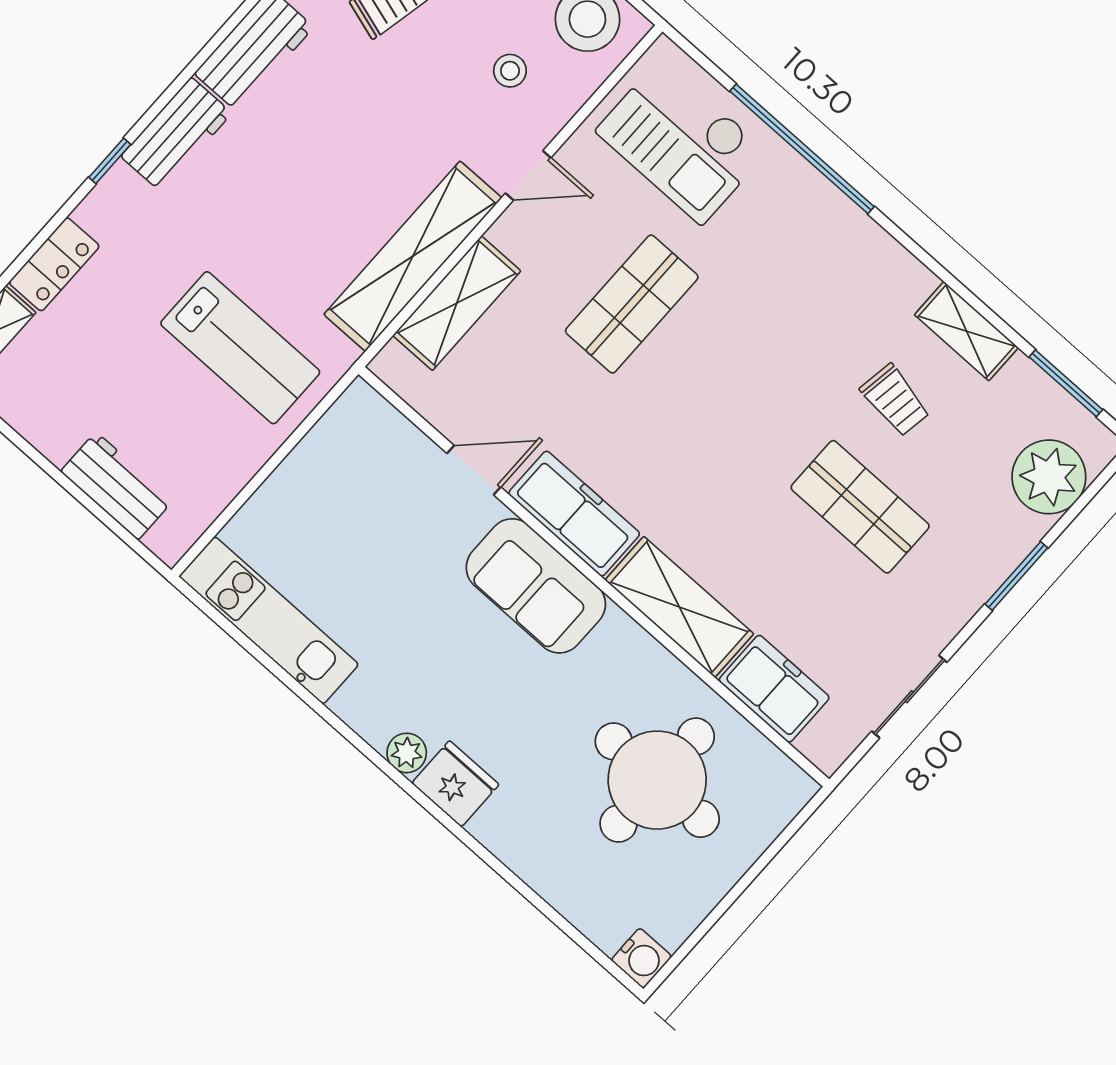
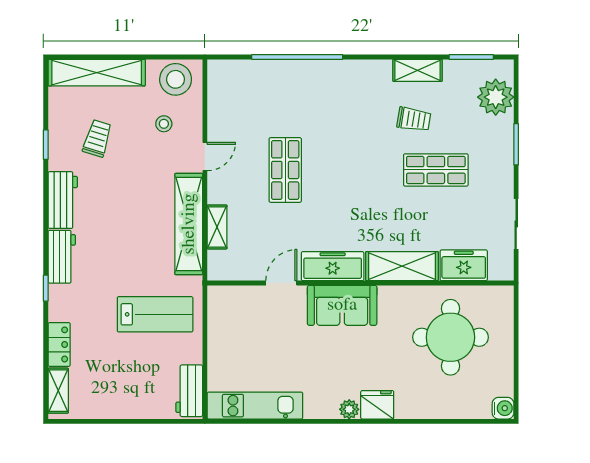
checkout: (681, 141) -> (250, 94), removed
shelving: (457, 303) -> (217, 227), width x0.67, depth x0.75
workbench: (117, 486) -> (189, 391), moved, turned -90

